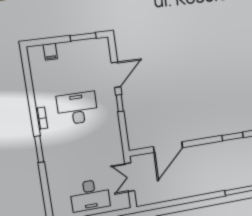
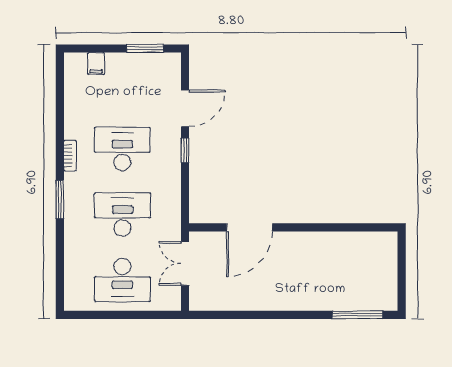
window: (233, 137) -> (354, 227), removed
desk: (84, 152) -> (122, 214), added

